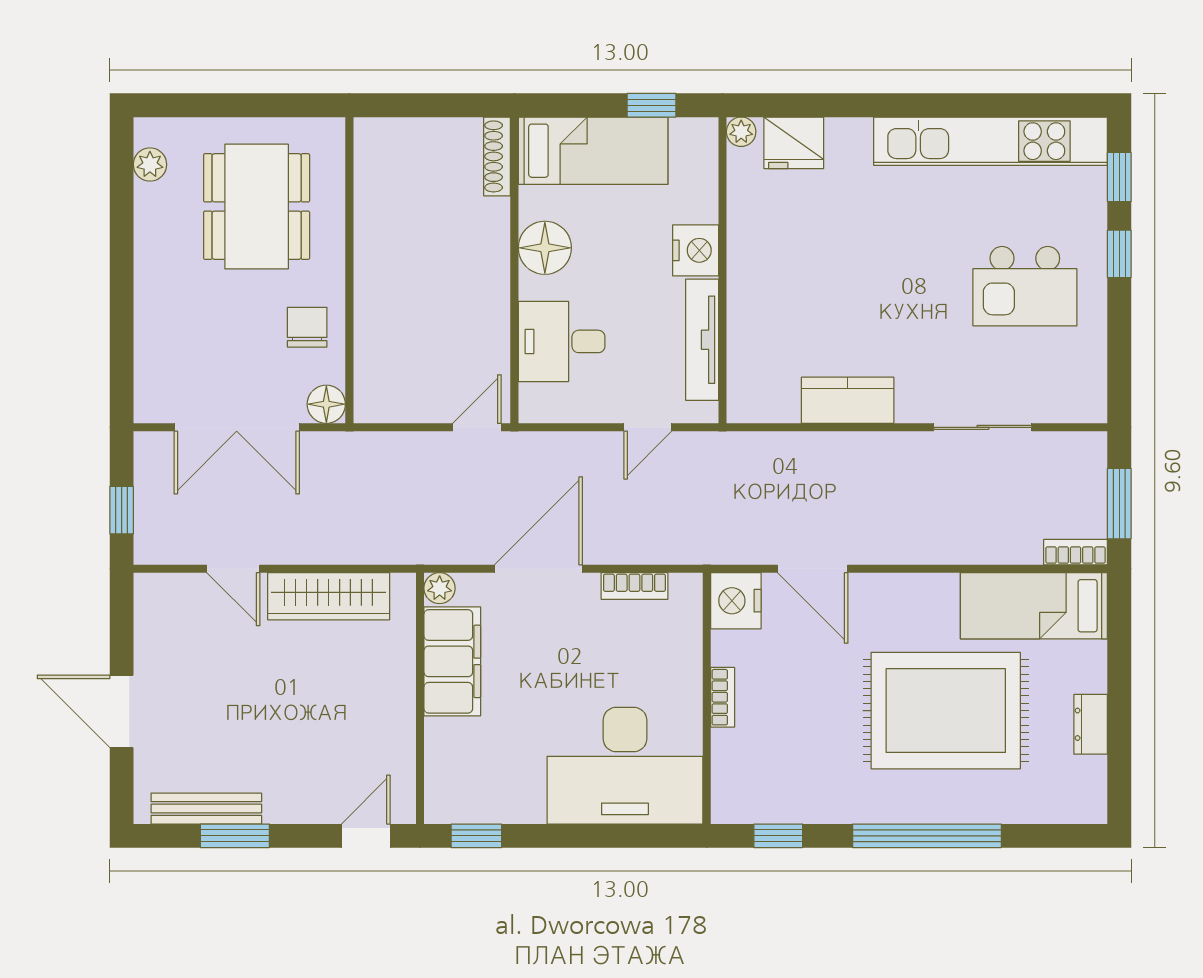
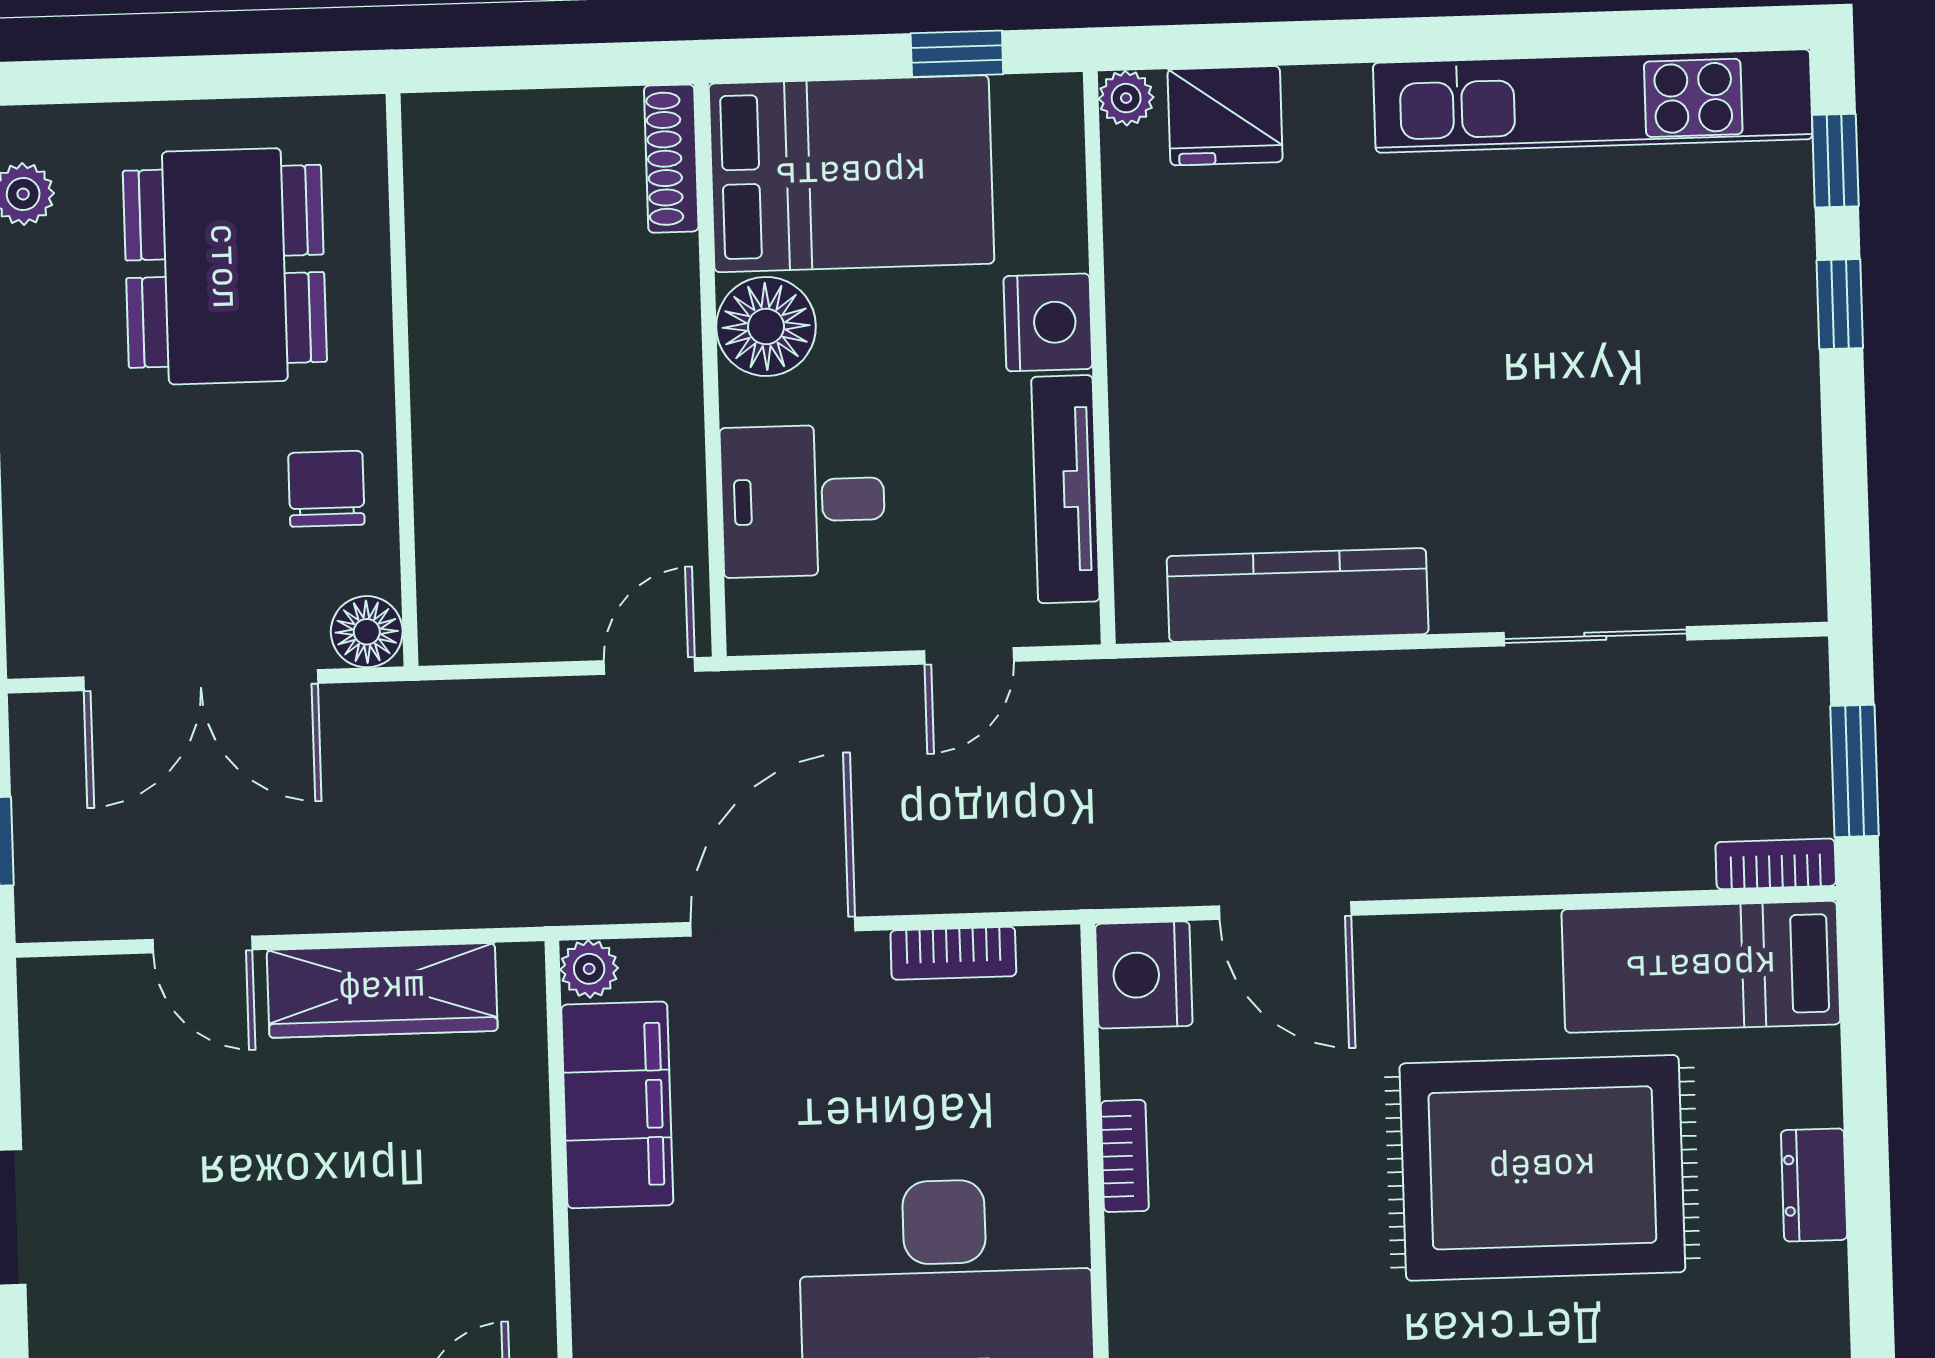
bed: (593, 151) -> (851, 174), width x1.50
kitchen island: (1025, 286) -> (1665, 370), removed
kitchen counter: (848, 400) -> (1298, 595), width x1.50

